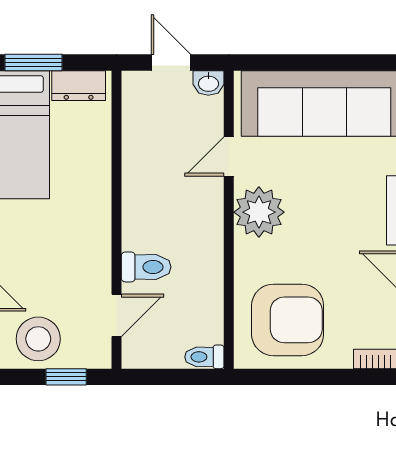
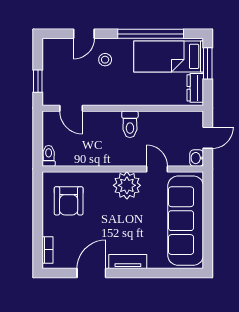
toilet: (146, 267) -> (130, 124), moved
armchair: (288, 320) -> (69, 201), width x0.73, depth x0.73
stool: (38, 339) -> (105, 60), moved, width x0.53, depth x0.53

